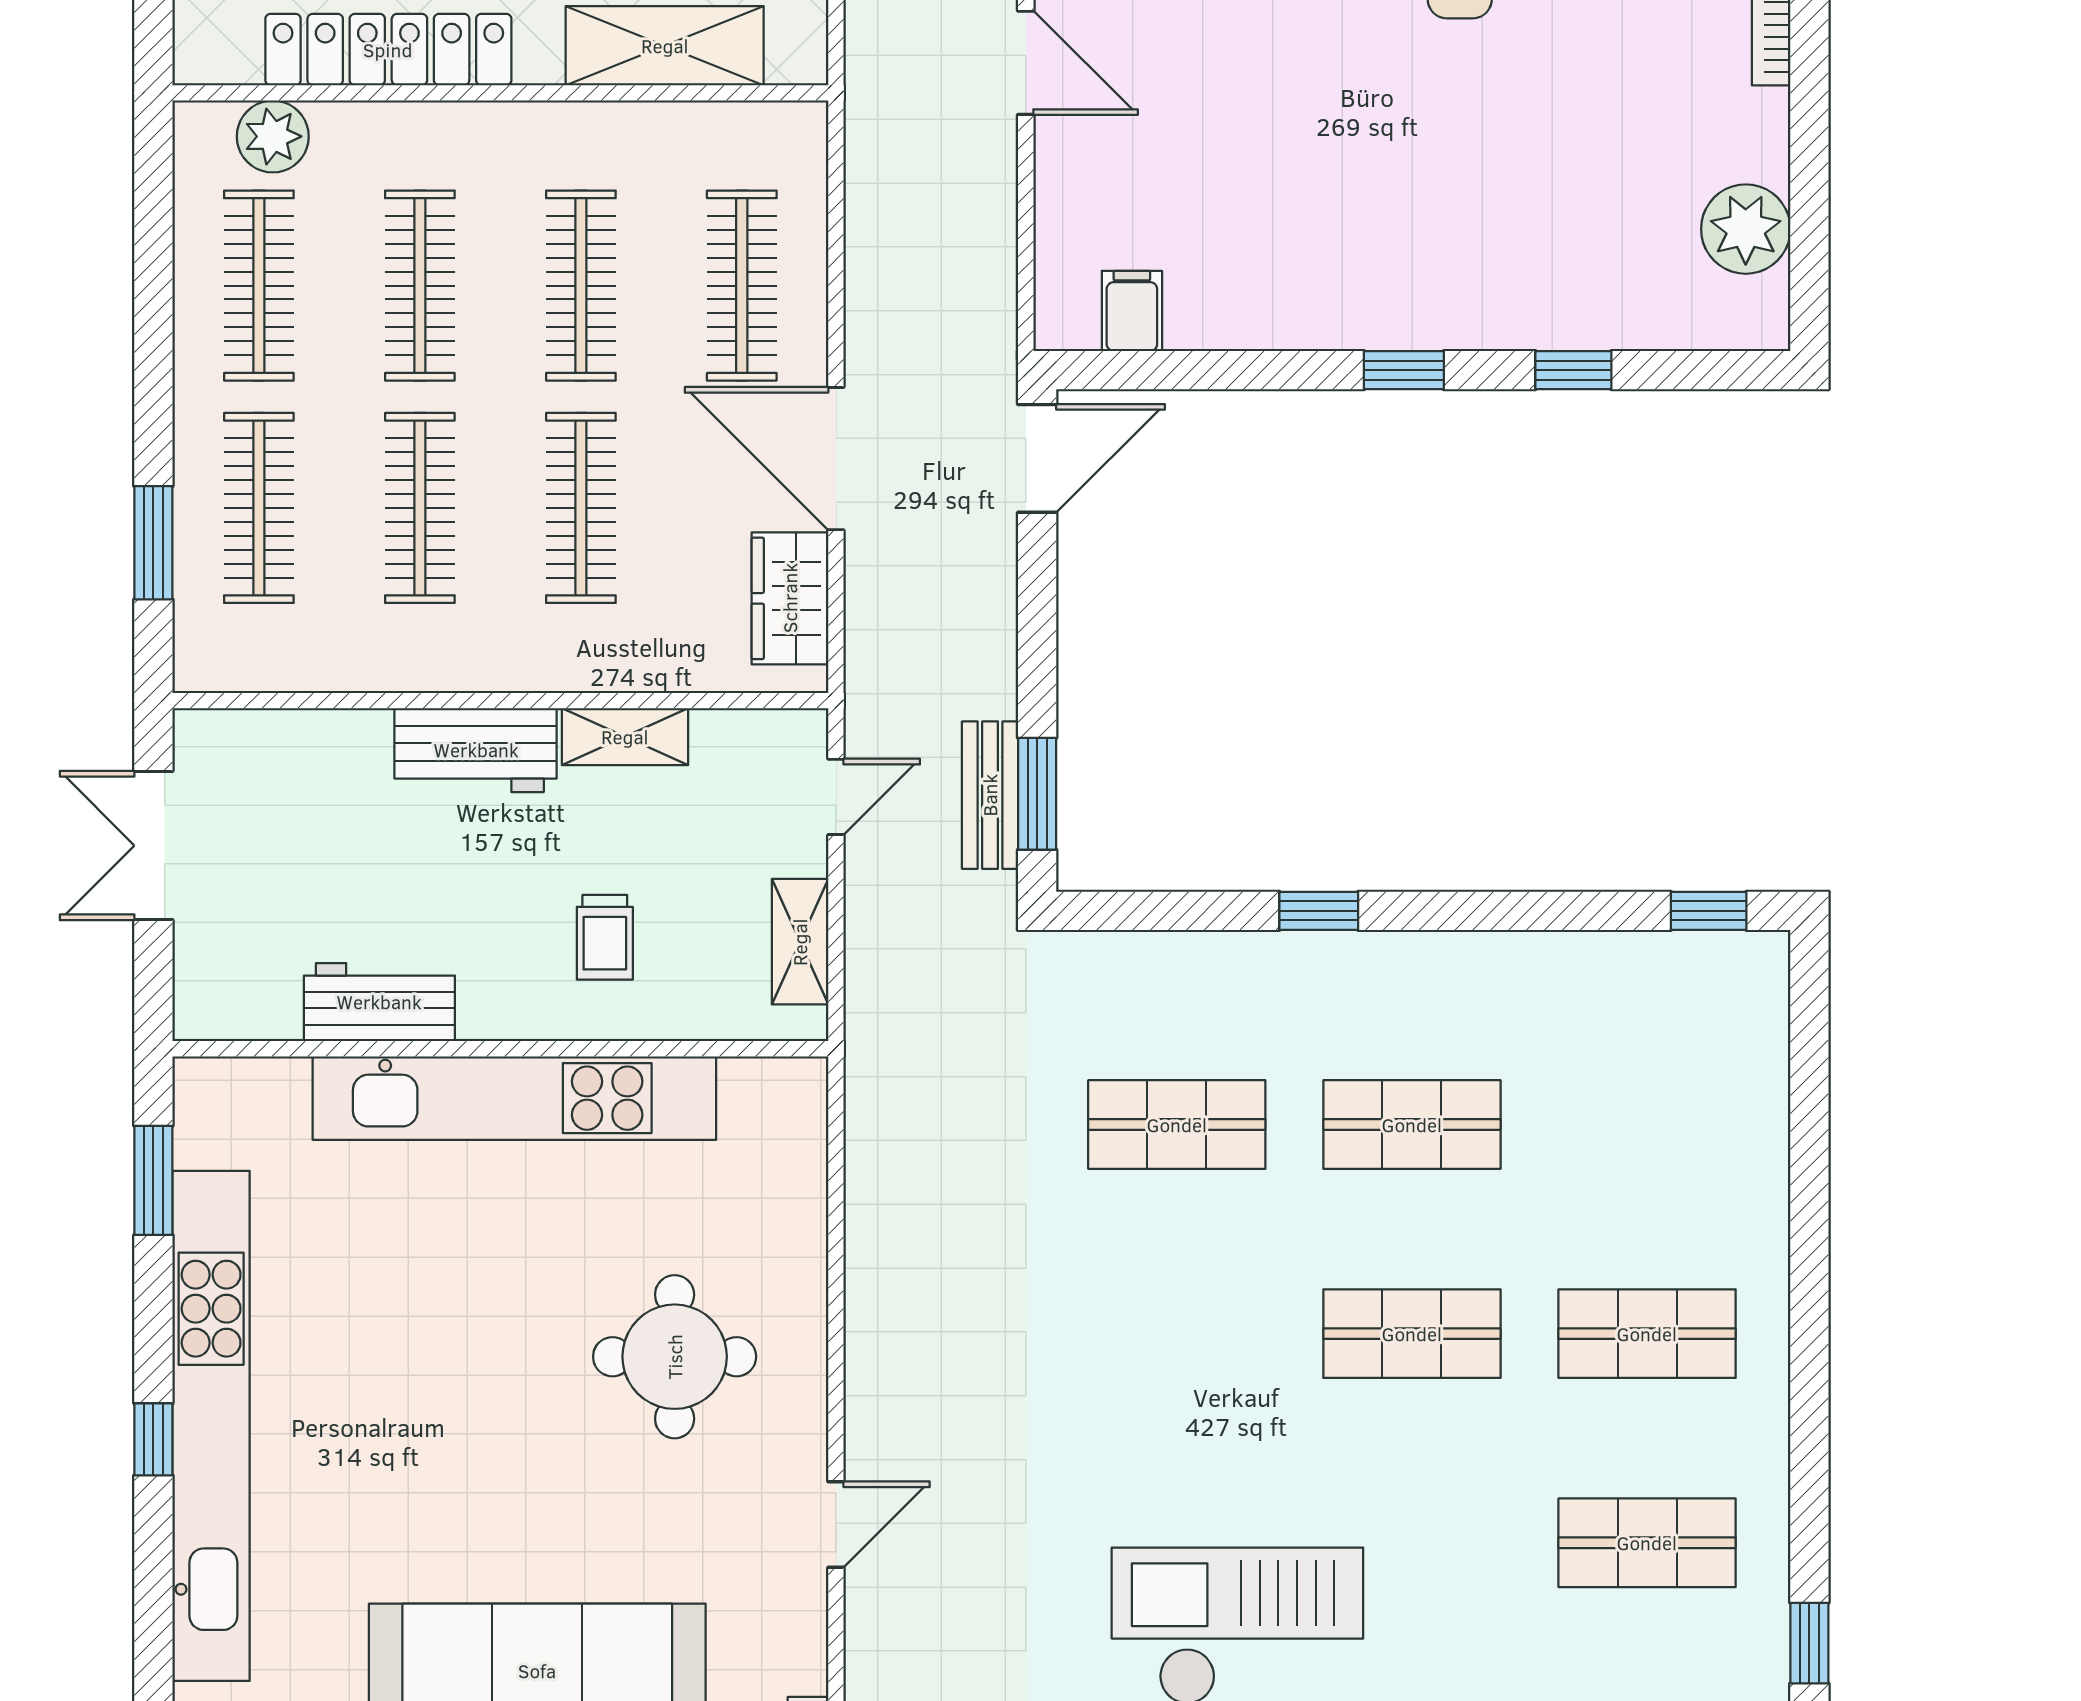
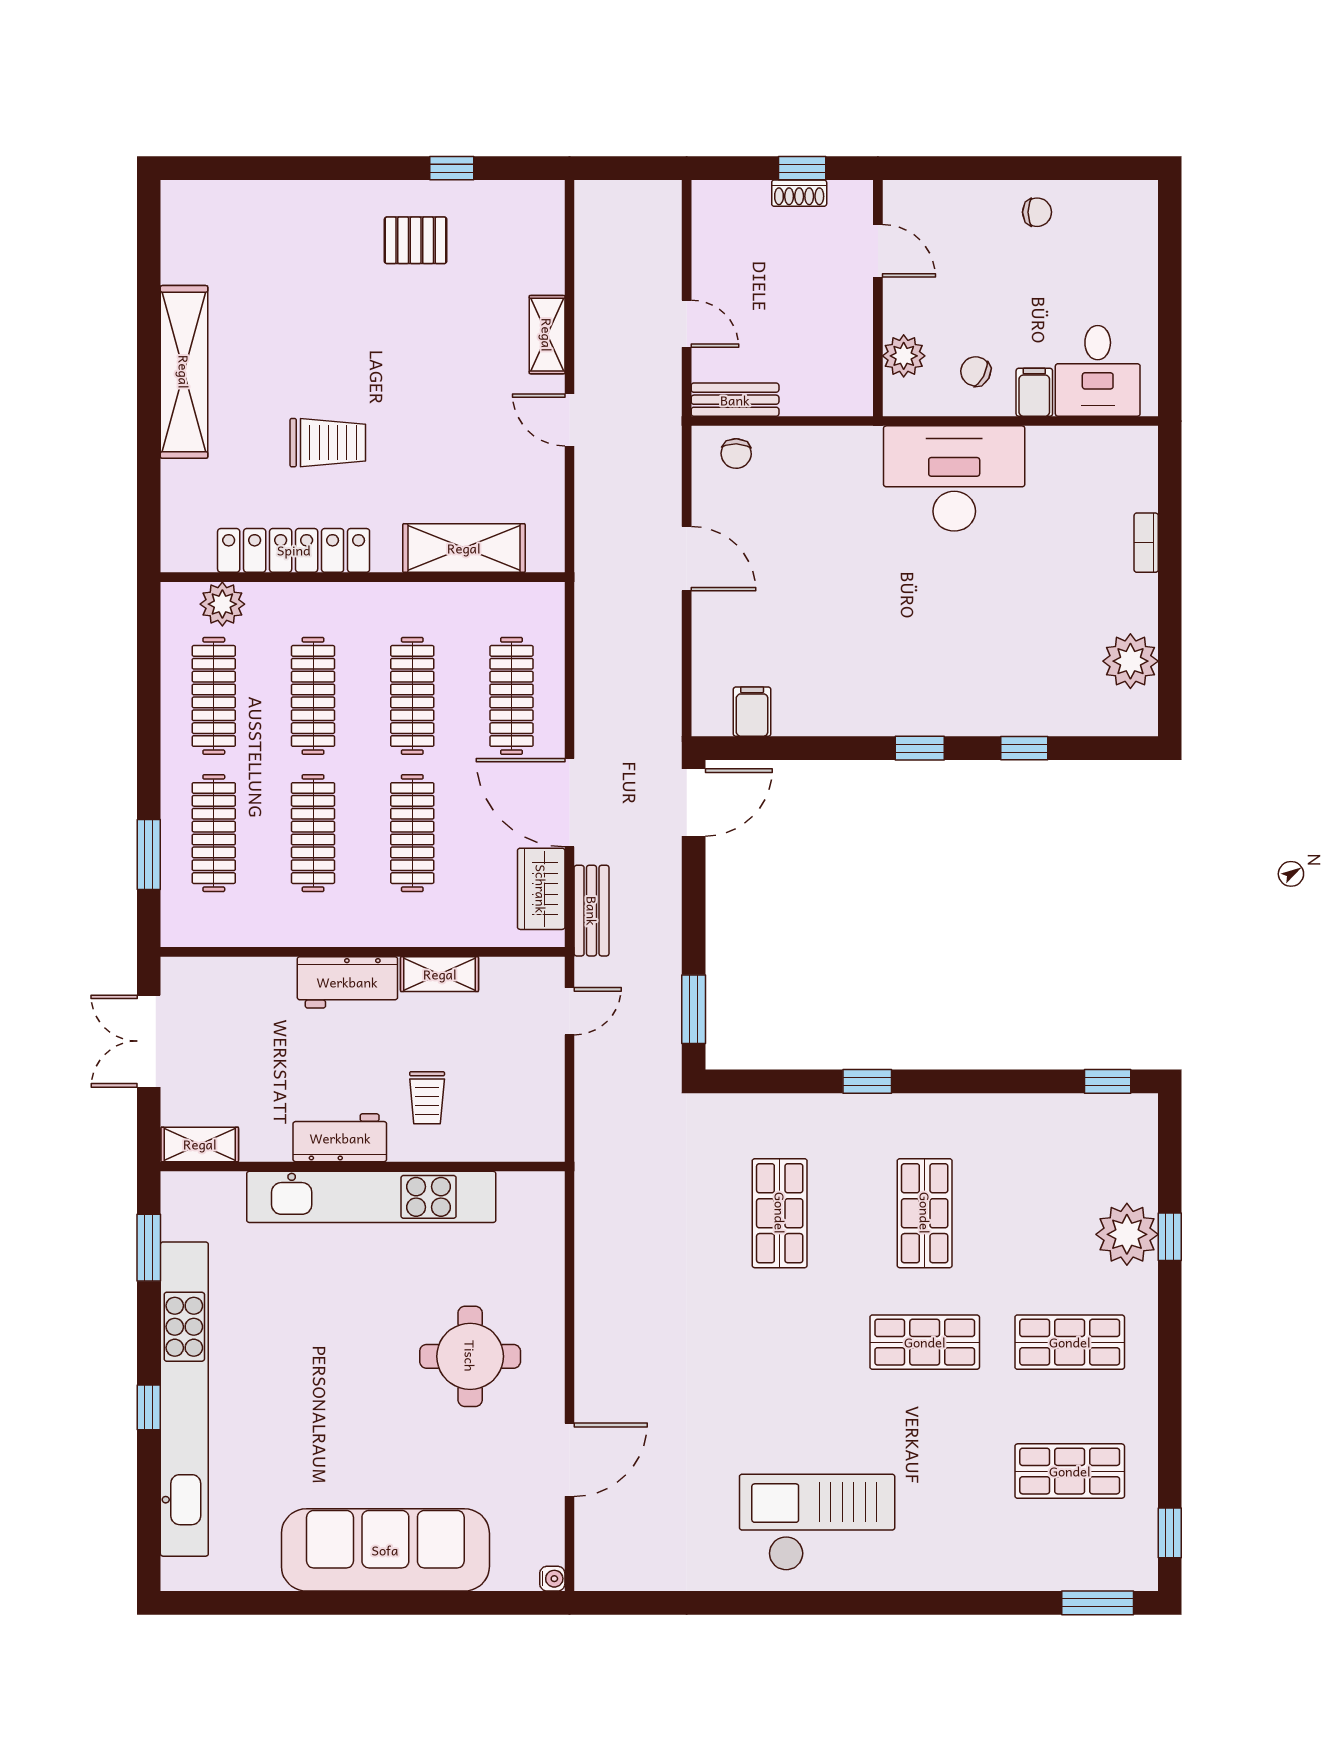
bench: (990, 795) -> (592, 911), moved
shelving: (800, 942) -> (200, 1144), moved, turned 90
workbench: (379, 1002) -> (340, 1138), moved
shop shelf: (1177, 1125) -> (780, 1213), turned 90
shop shelf: (1412, 1125) -> (925, 1213), turned 90
plant: (1740, 1159) -> (1127, 1234), added
window: (1809, 1163) -> (1170, 1237), added
door: (836, 1525) -> (569, 1460), width x1.38

